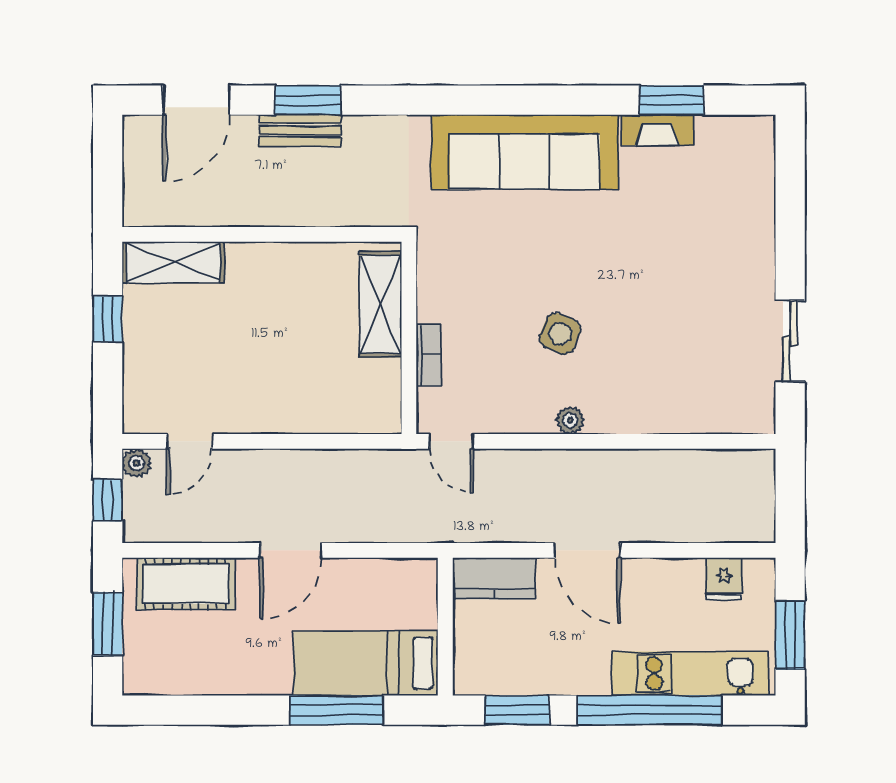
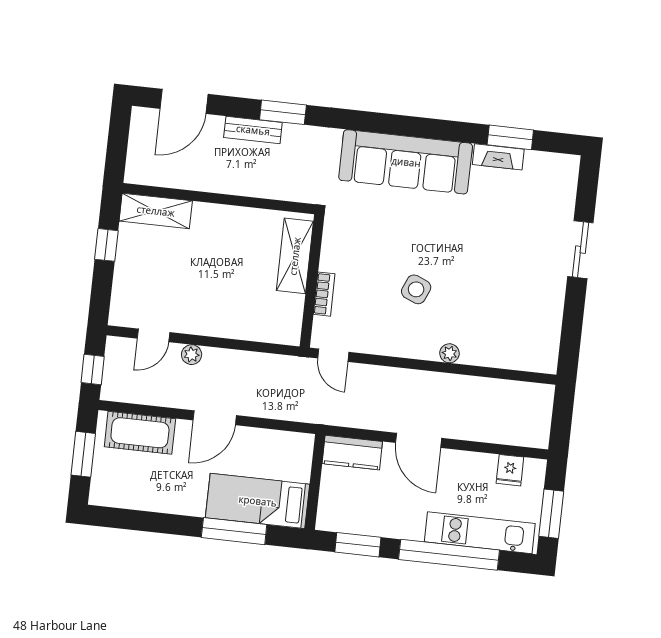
window: (308, 100) -> (283, 112), moved
sliding door: (790, 341) -> (580, 250), moved
plant: (570, 420) -> (449, 353), moved
plant: (137, 463) -> (192, 355), moved

